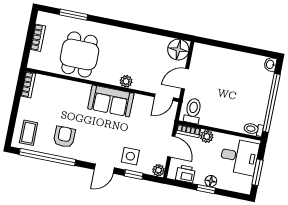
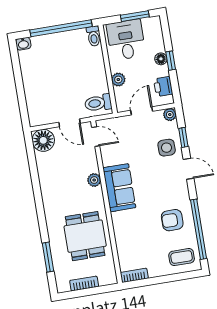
dining table: (79, 54) -> (85, 236), turned 90
bookcase: (188, 131) -> (120, 100), removed

